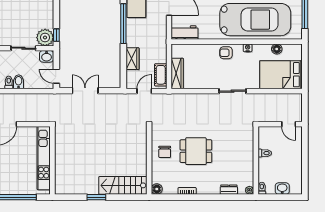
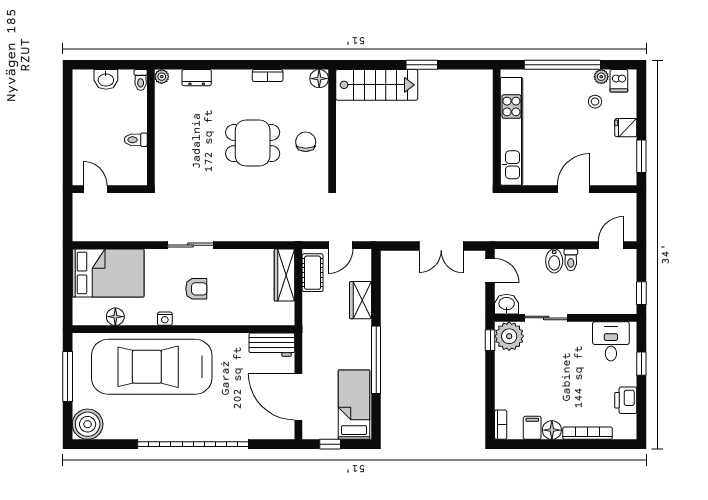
armchair: (226, 53) -> (196, 289), moved

